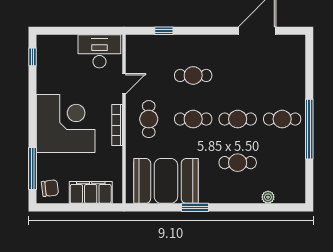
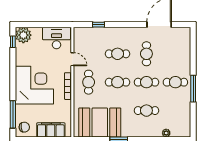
plant: (49, 47) -> (23, 35), added
cafe table: (238, 75) -> (146, 54), added
door: (124, 84) -> (72, 59), hinge flipped
window: (309, 129) -> (193, 89), width x0.68

